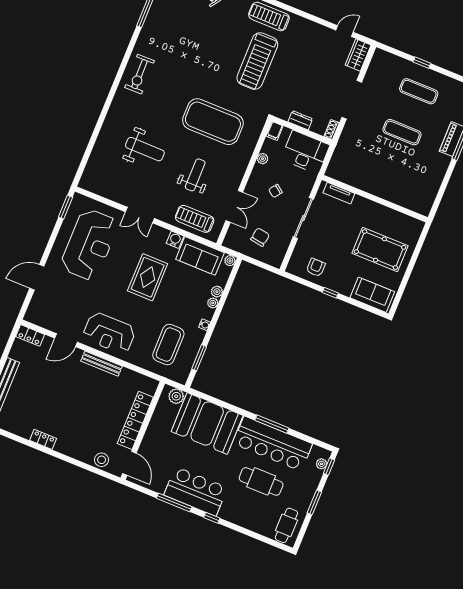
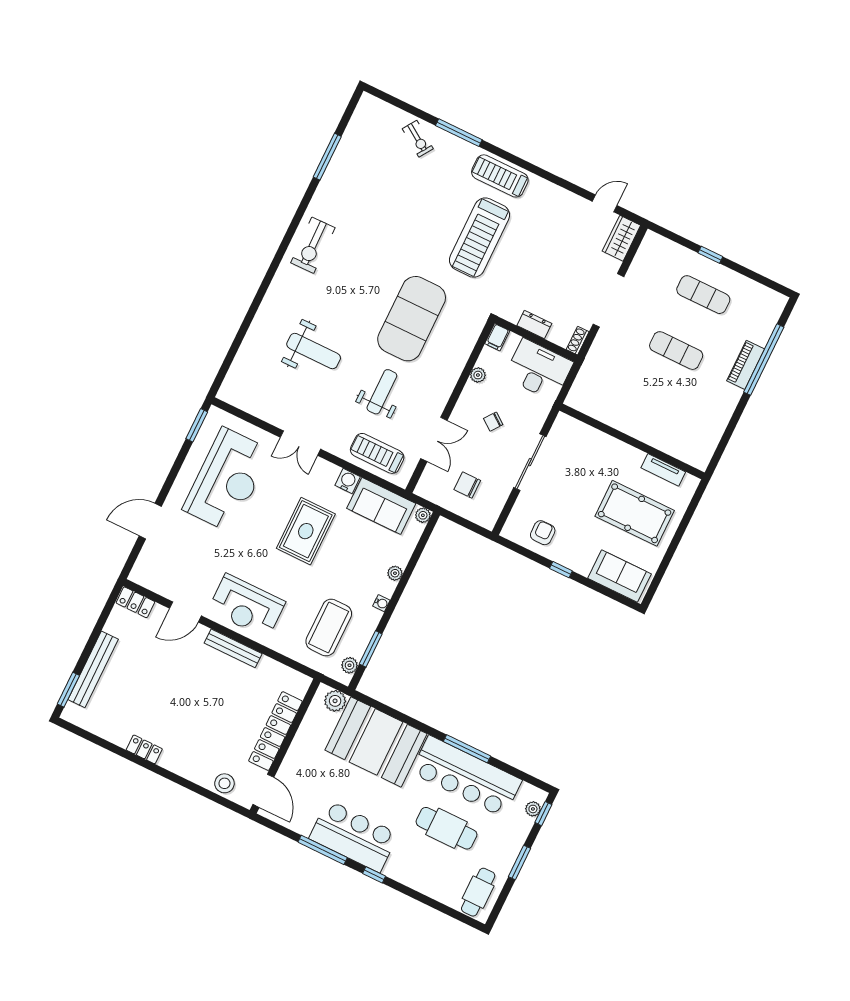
exercise mat: (213, 122) -> (412, 319), turned 90
tv unit: (339, 193) -> (663, 470), moved
chair: (260, 237) -> (467, 485), turned -99
plant: (217, 292) -> (350, 665), moved

